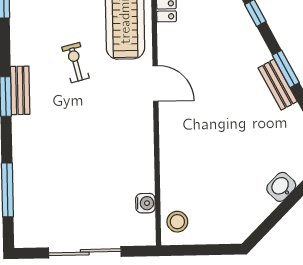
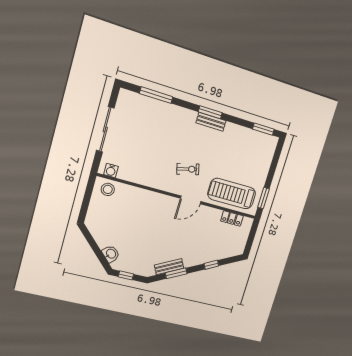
exercise bike: (75, 63) -> (188, 169), moved
water cooler: (145, 203) -> (111, 170), moved

